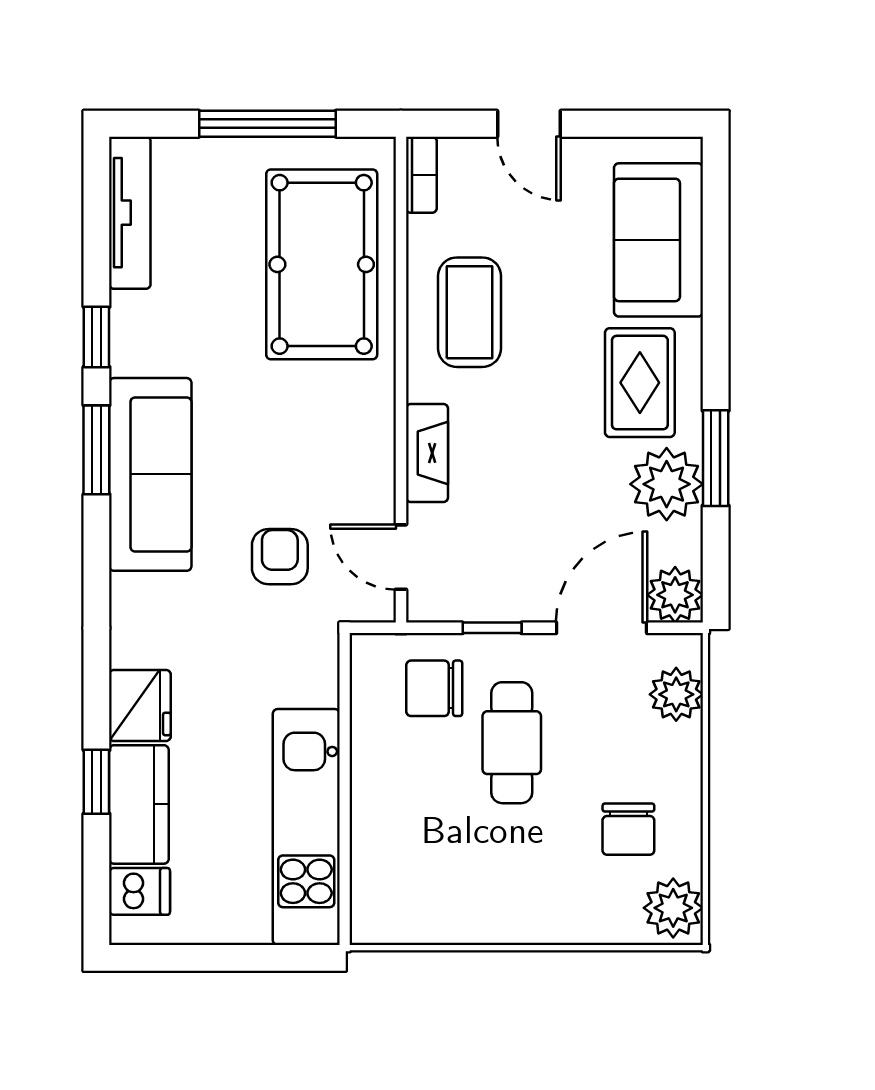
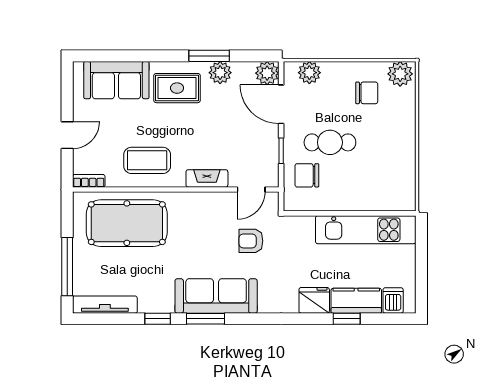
window: (267, 124) -> (67, 267), moved
plant: (667, 484) -> (220, 73), width x0.73, depth x0.73
chair: (434, 688) -> (307, 175), turned 90

